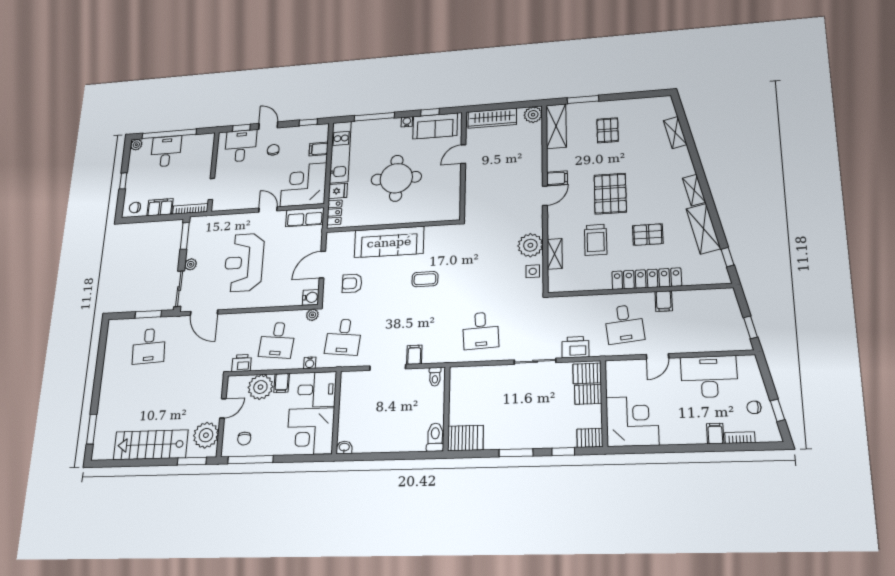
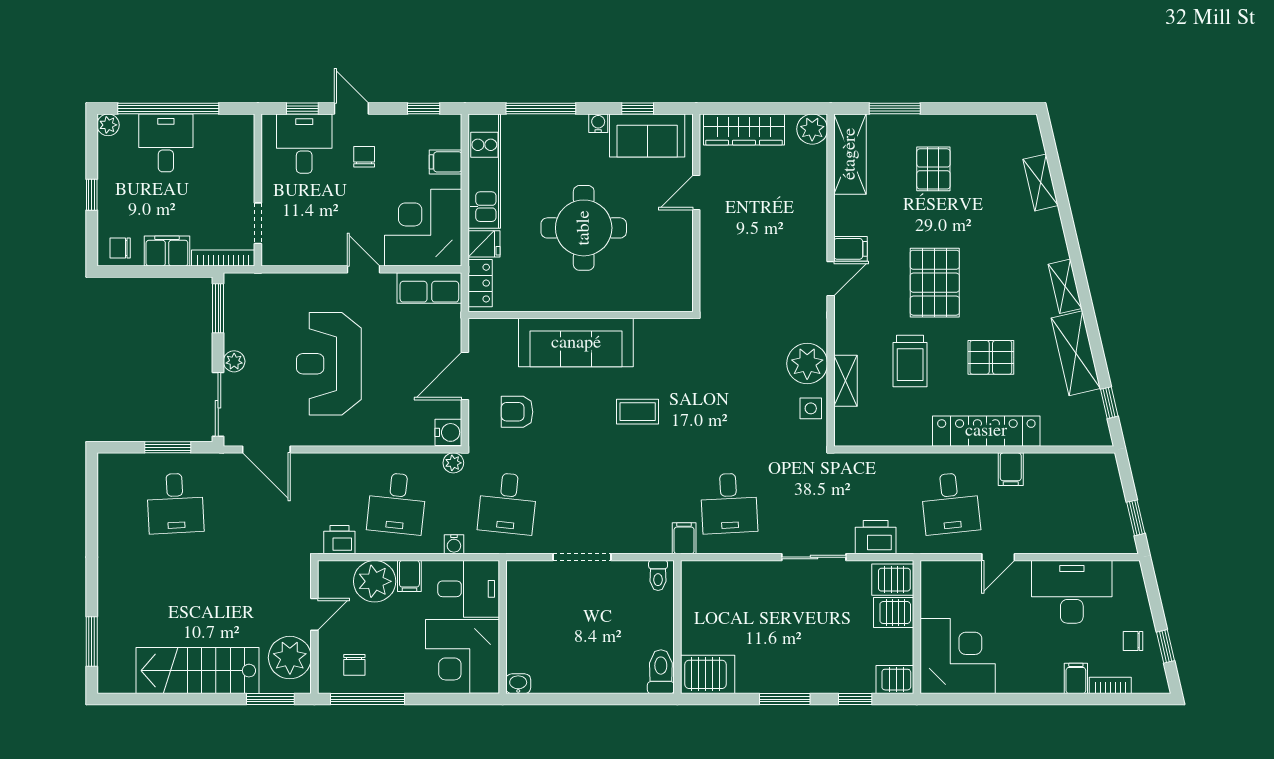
filing cabinet: (414, 355) -> (684, 538), moved

